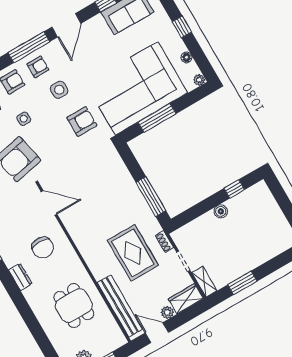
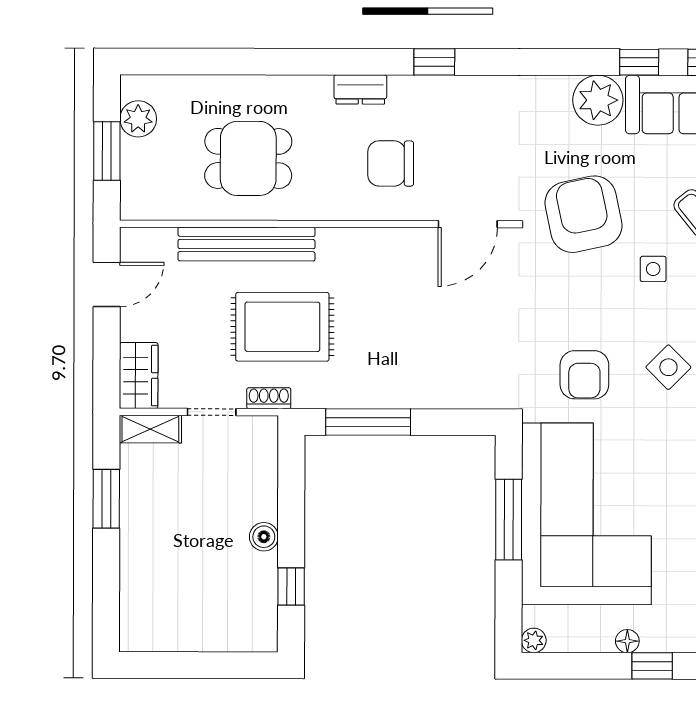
floor lamp: (186, 57) -> (627, 641), moved
side table: (59, 90) -> (668, 367), turned 45
bench: (120, 306) -> (246, 244), moved
plant: (167, 312) -> (133, 326), removed

